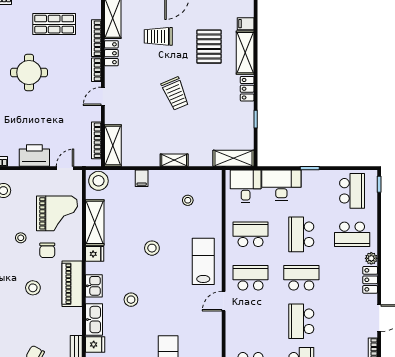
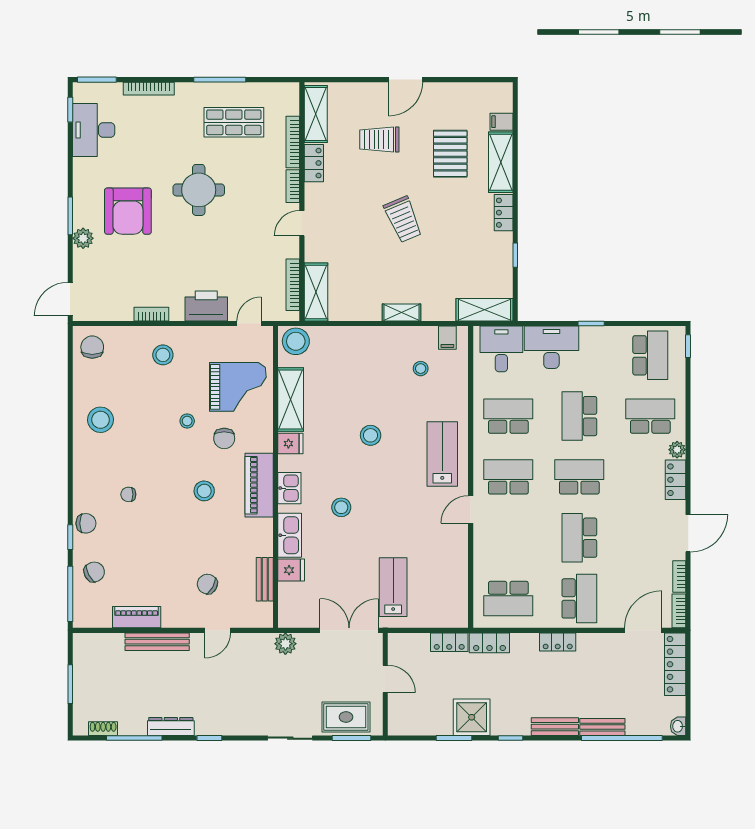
filing cabinet: (142, 178) -> (447, 338), moved
school desk: (352, 234) -> (650, 416), turned 180

